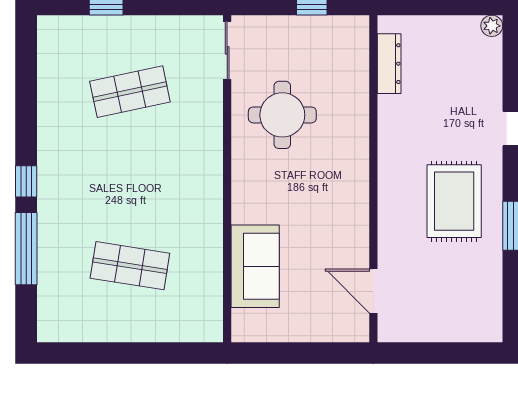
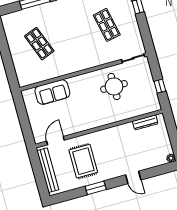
rug: (454, 201) -> (83, 161), moved, turned 90
shop shelf: (130, 266) -> (39, 44), turned -30
bench: (439, 329) -> (48, 170), added

